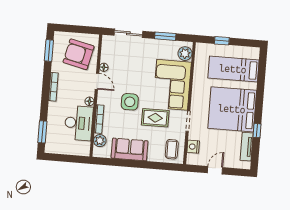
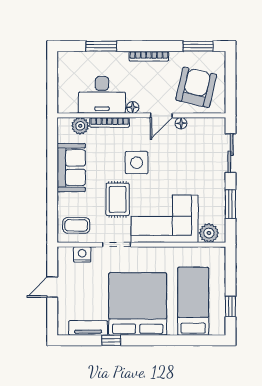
window: (222, 41) -> (230, 307), moved
window: (42, 132) -> (101, 46), moved
door: (215, 170) -> (52, 287), swing flipped

